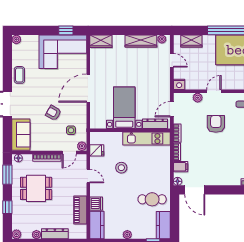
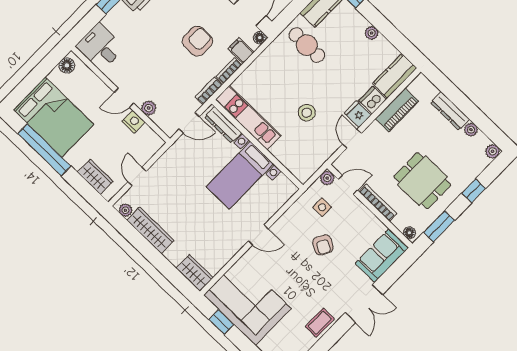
nightstand: (179, 84) -> (134, 122), moved
door: (88, 88) -> (258, 235), width x0.53
armchair: (216, 124) -> (197, 41), moved, turned 180
fridge: (97, 150) -> (358, 114), moved

